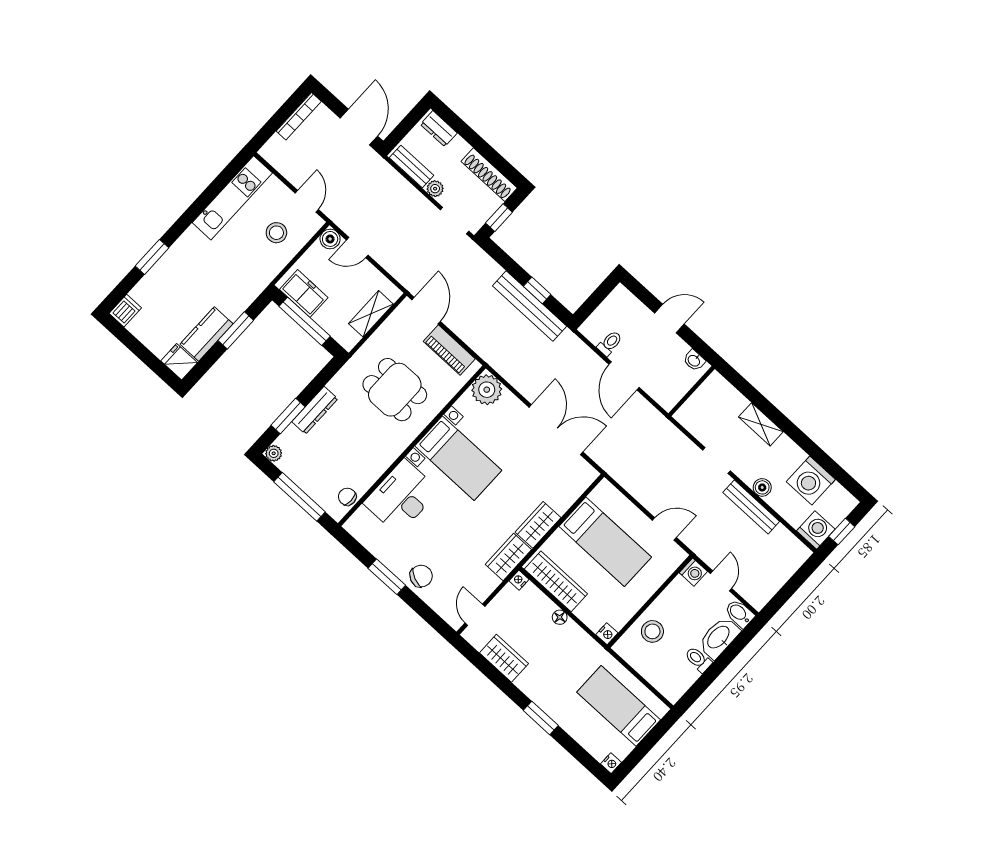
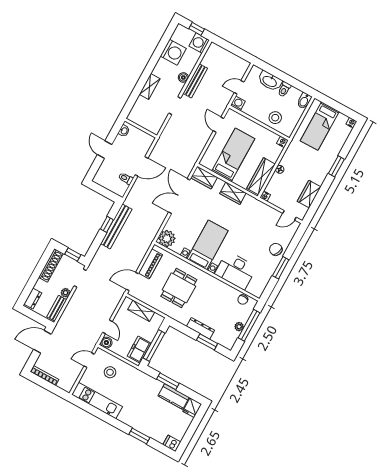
plant: (274, 453) -> (239, 327), moved
wardrobe: (508, 557) -> (204, 178), moved
bidet: (739, 613) -> (304, 101), moved

